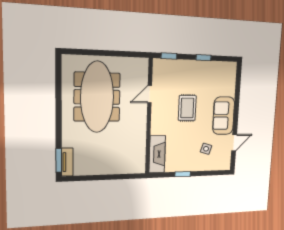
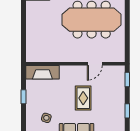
door: (150, 94) -> (95, 64), swing flipped
rug: (187, 108) -> (83, 98), turned 90

